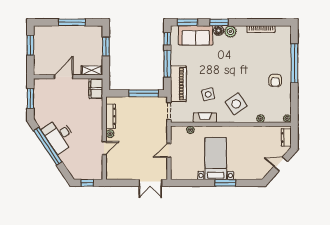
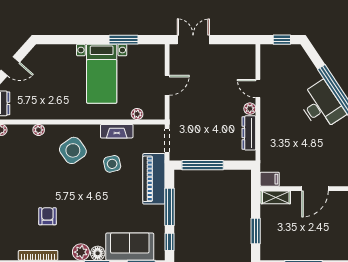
armchair: (275, 80) -> (47, 216), moved
filing cabinet: (96, 89) -> (270, 179), width x0.50
door: (104, 148) -> (258, 89), hinge flipped
window: (225, 183) -> (124, 40), moved

